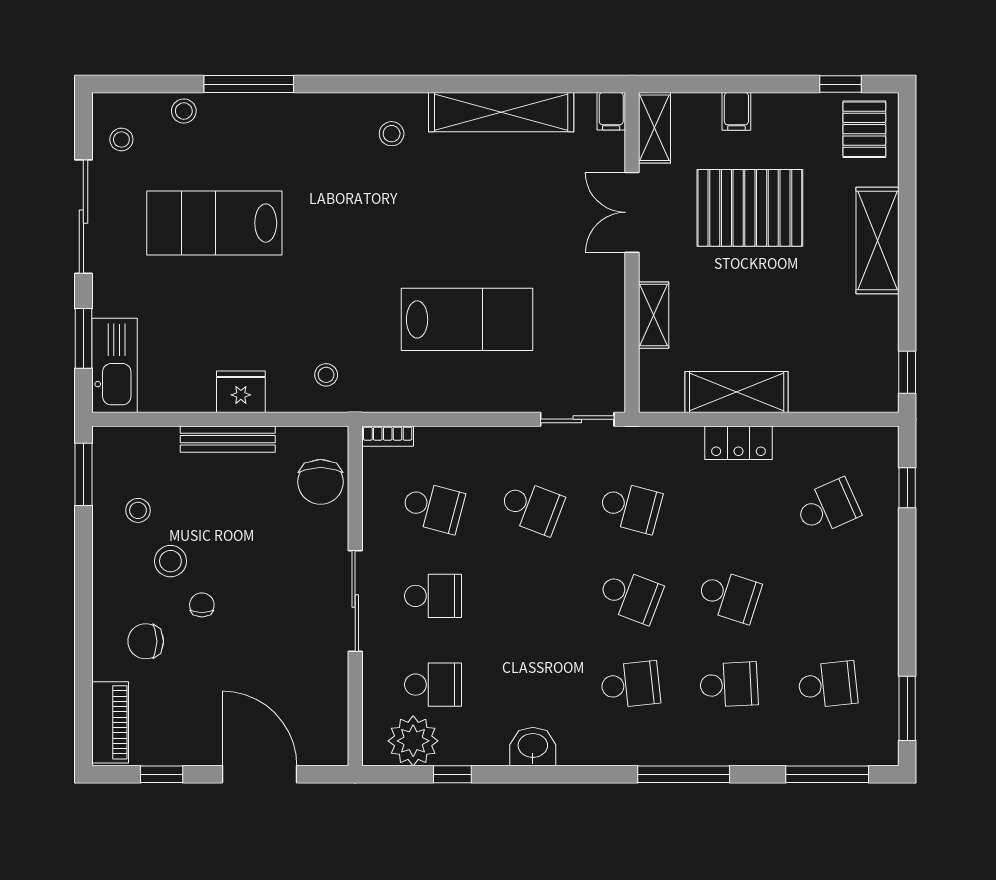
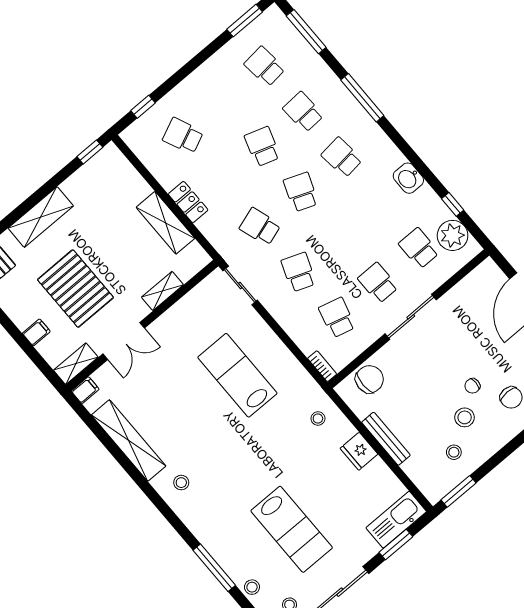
school desk: (630, 507) -> (260, 227), turned -33

